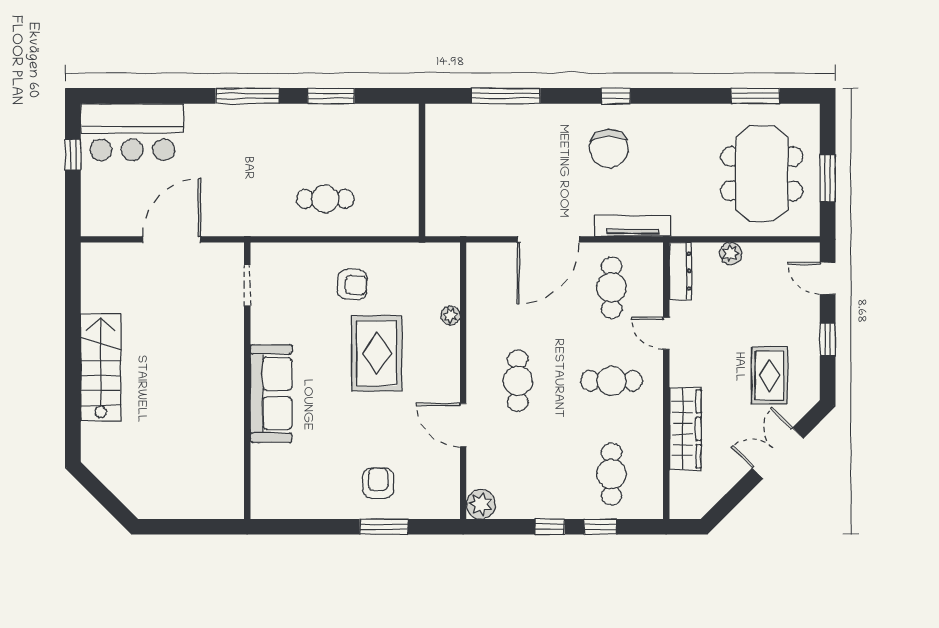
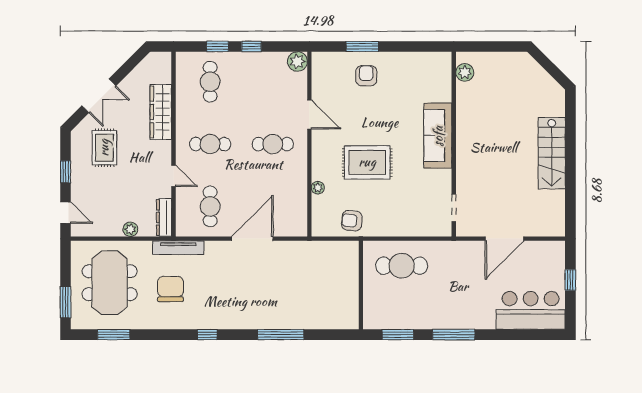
chair: (609, 149) -> (171, 289), moved
window: (73, 155) -> (570, 280), moved
wall: (422, 170) -> (361, 285), moved
window: (828, 178) -> (66, 302), moved
cafe table: (325, 199) -> (402, 266), width x1.37, depth x1.35
tv unit: (633, 226) -> (178, 248), moved
armchair: (352, 285) -> (352, 221), moved
rug: (377, 353) -> (367, 162), turned 90
cafe table: (518, 381) -> (273, 144), turned 90
armchair: (378, 483) -> (366, 76), turned 180
plant: (231, 488) -> (465, 72), added

